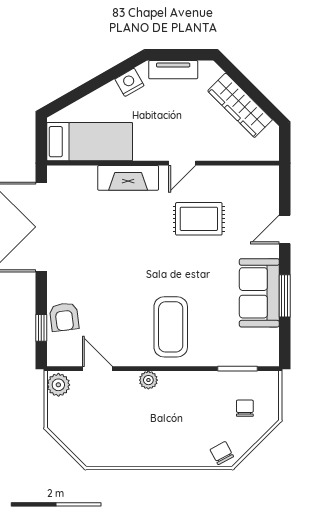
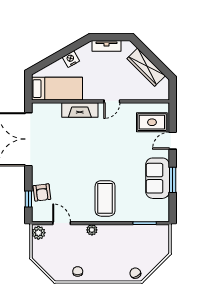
nightstand: (129, 82) -> (71, 59), moved
rug: (199, 219) -> (152, 122), moved
chair: (245, 408) -> (78, 271), moved

